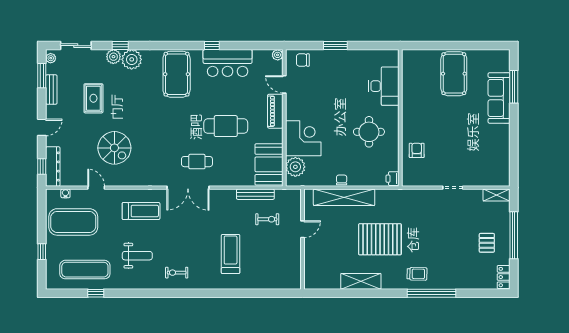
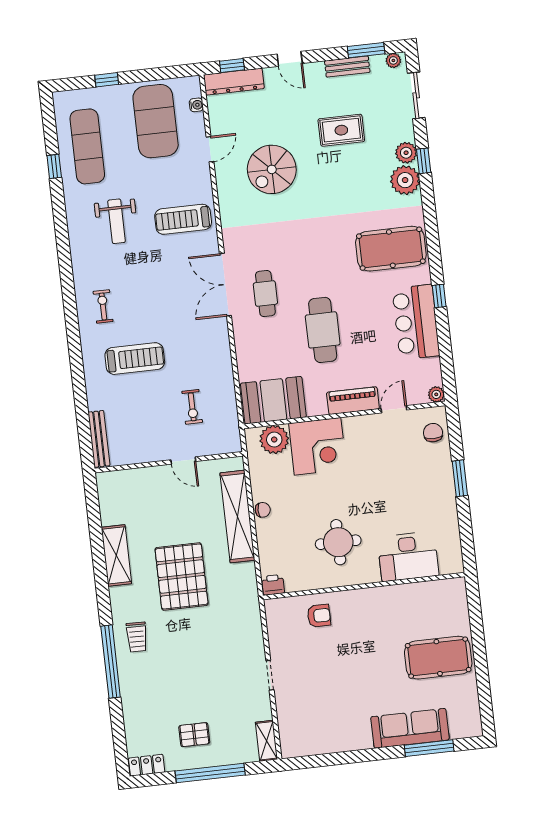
bench: (255, 194) -> (99, 439), moved
treadmill: (141, 211) -> (183, 219), turned 90
exercise bike: (177, 273) -> (103, 306), moved

